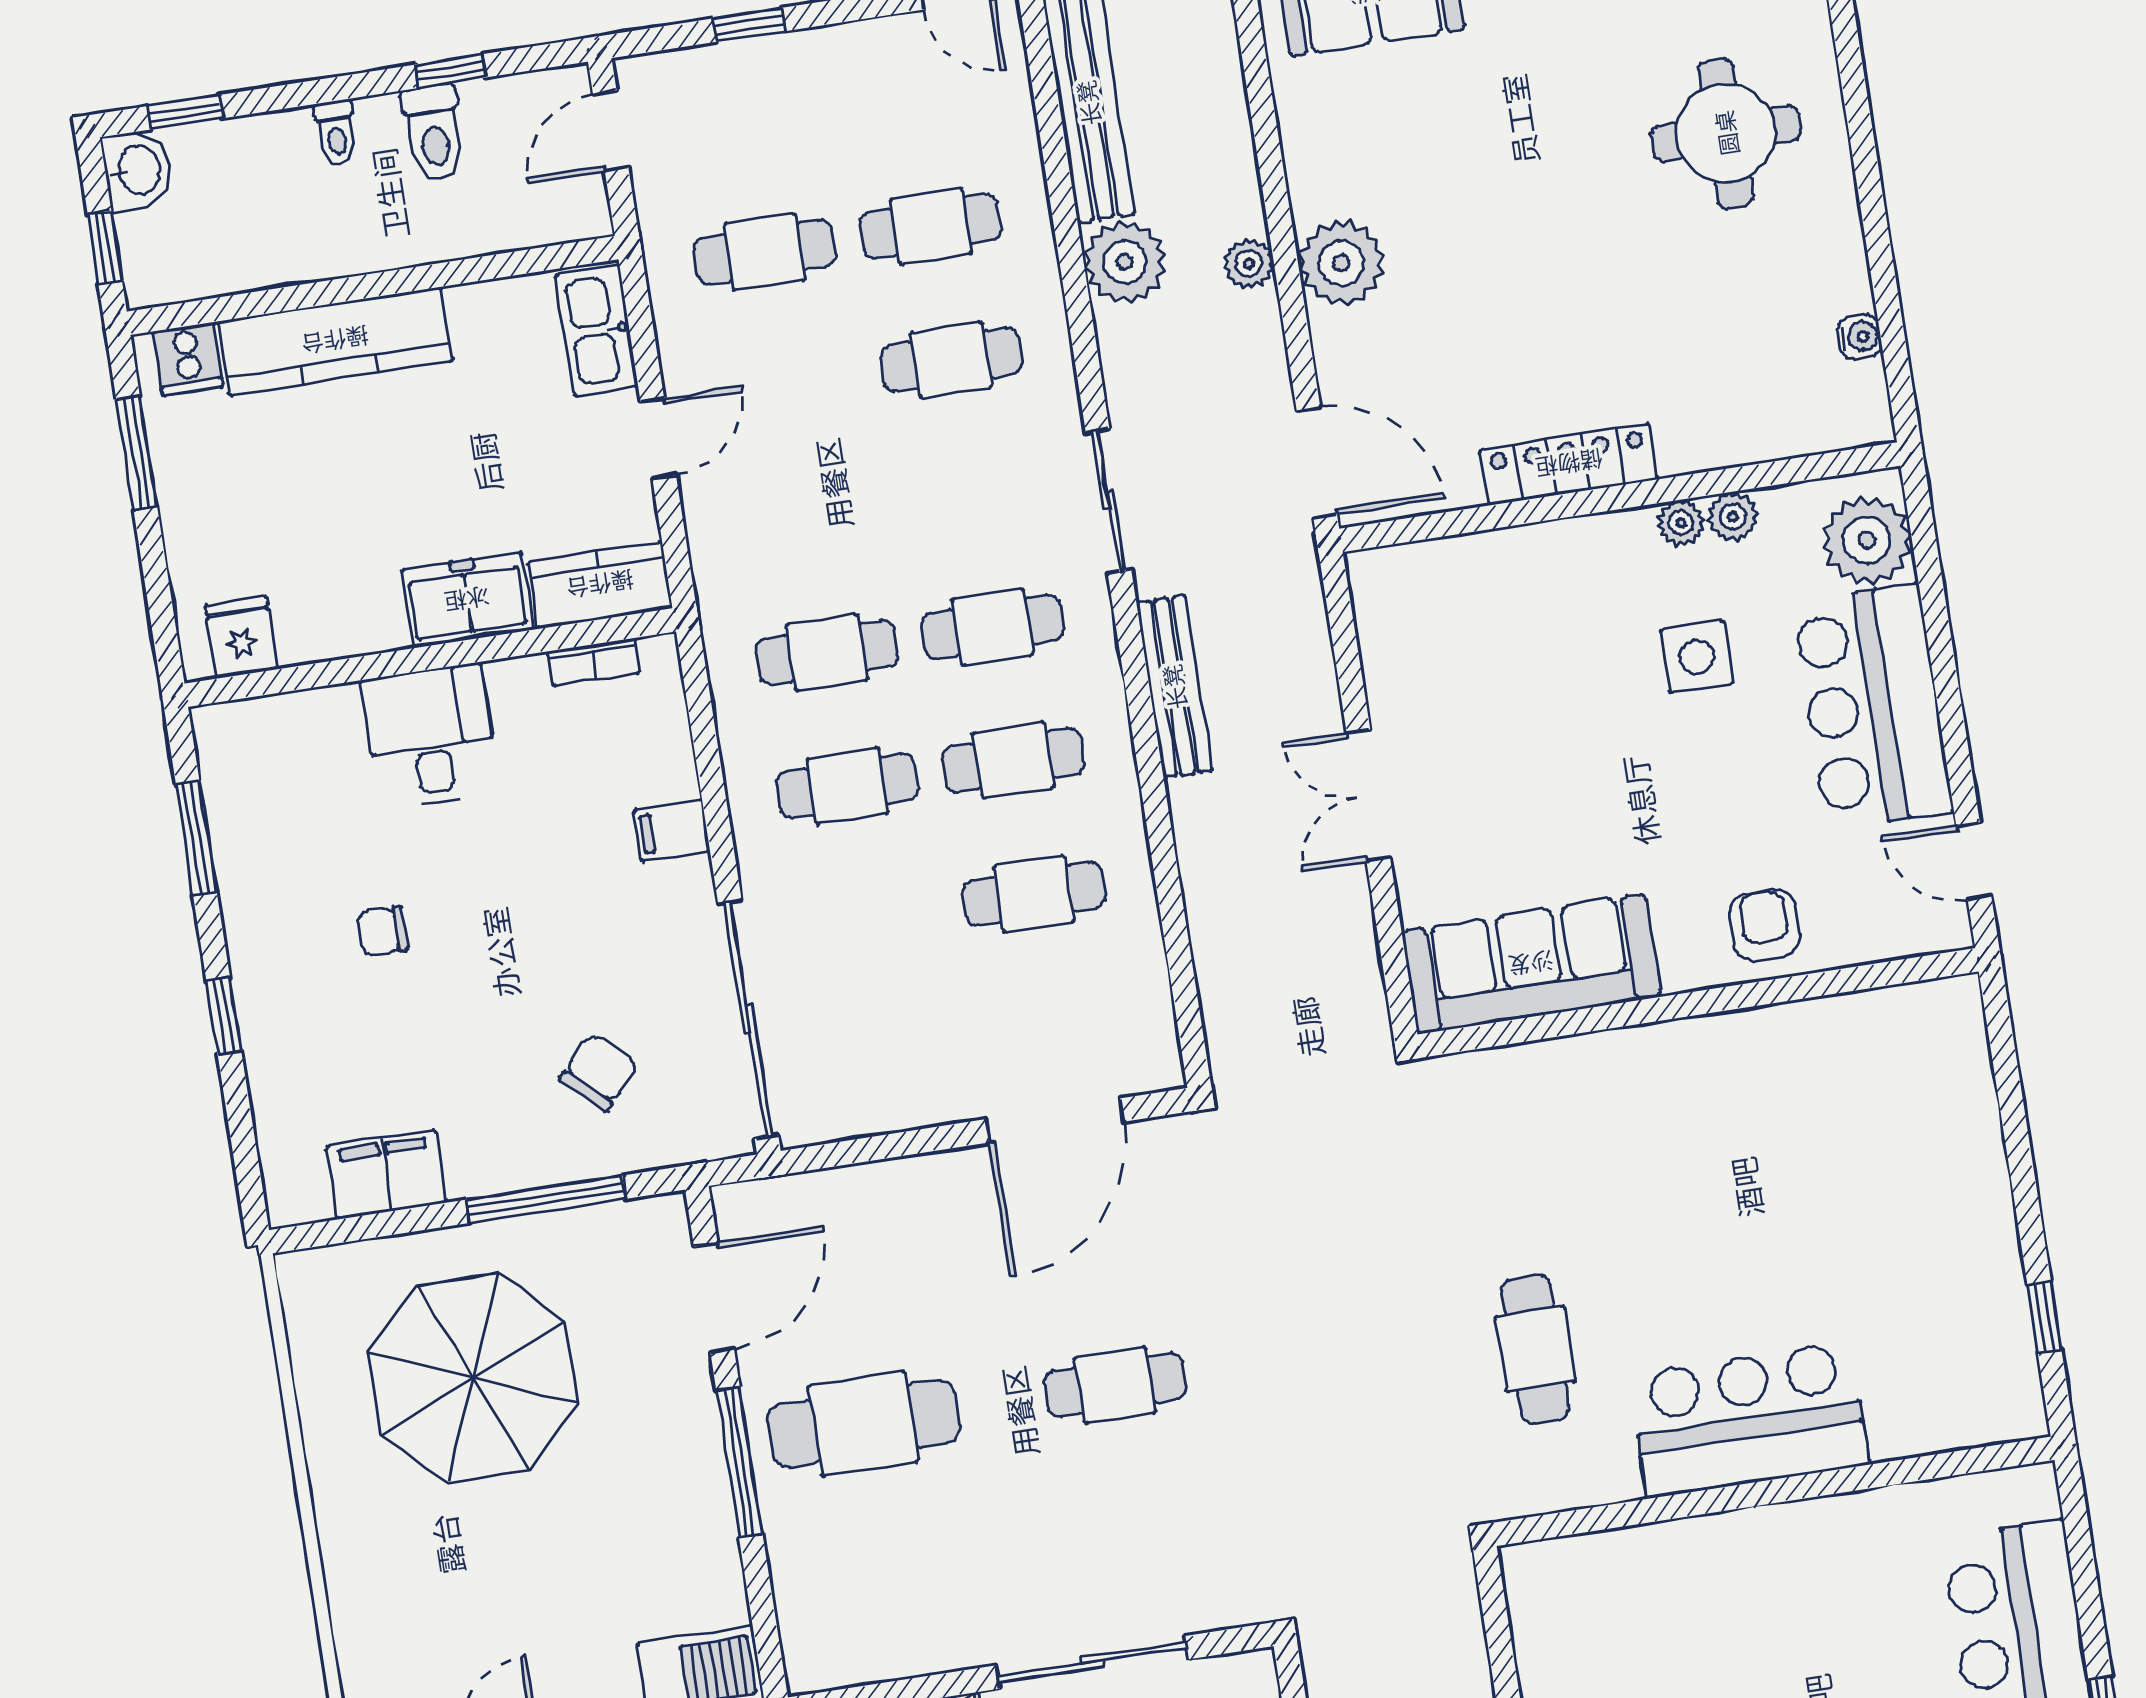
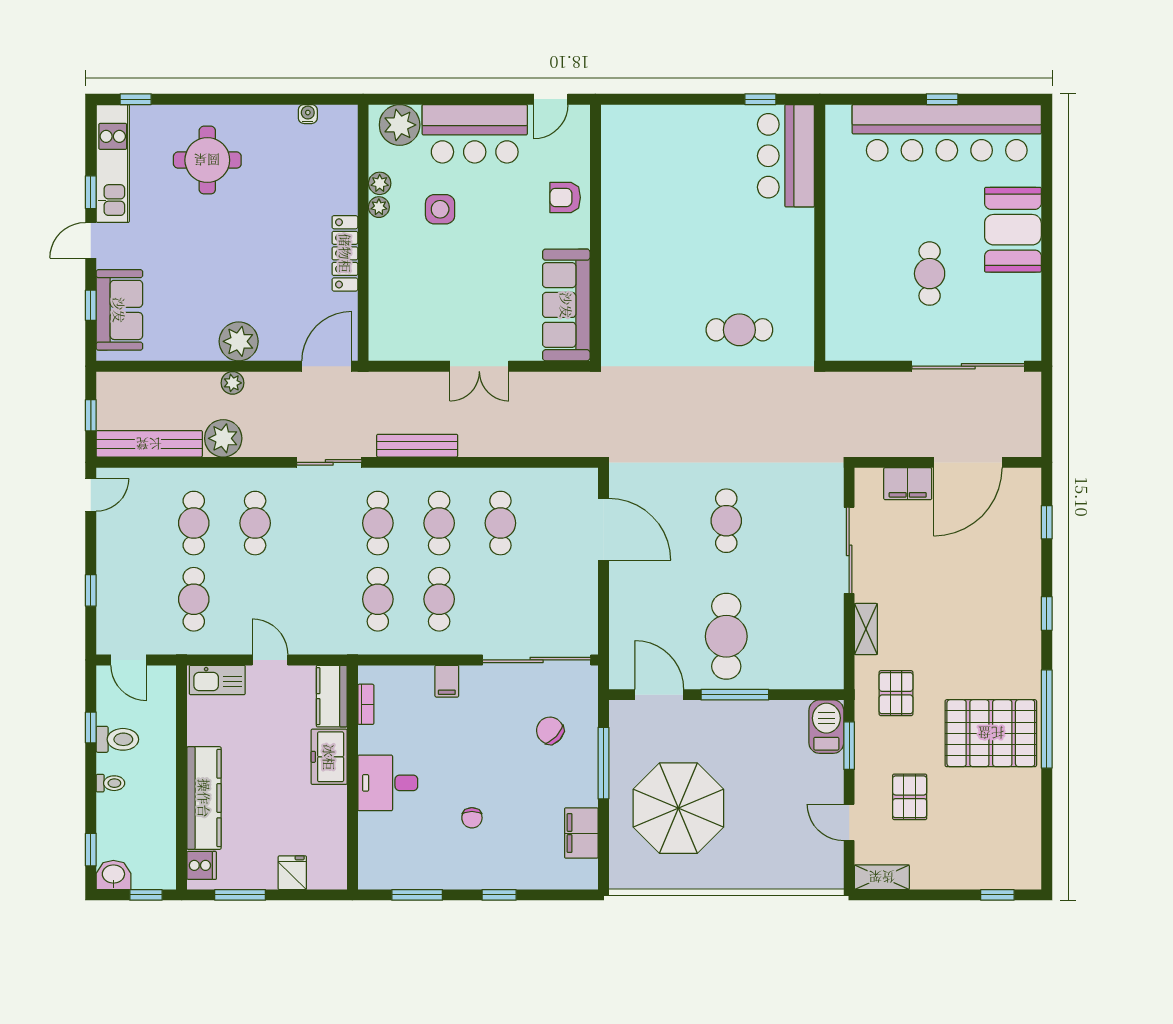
fridge: (241, 637) -> (292, 873), moved, turned 90
bar counter: (1749, 1420) -> (786, 156), moved

